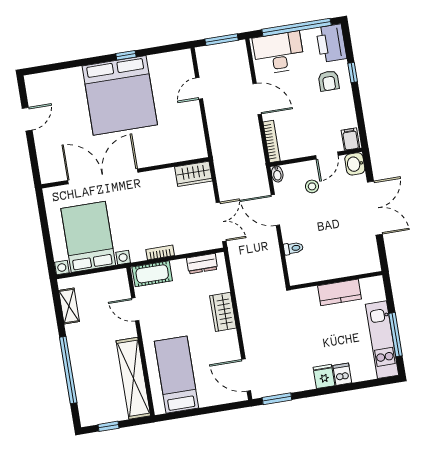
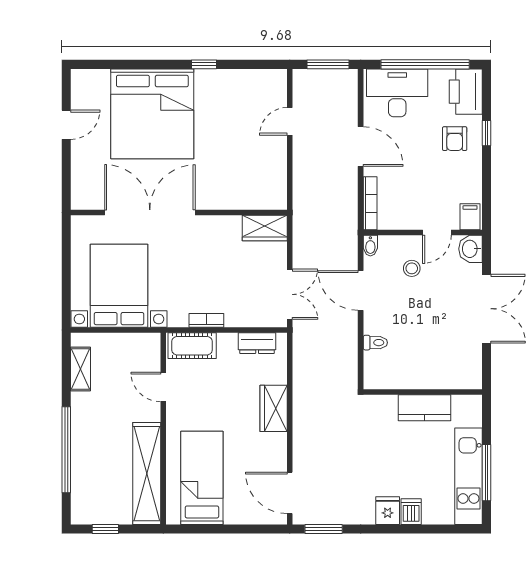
bed: (120, 95) -> (152, 114), moved

